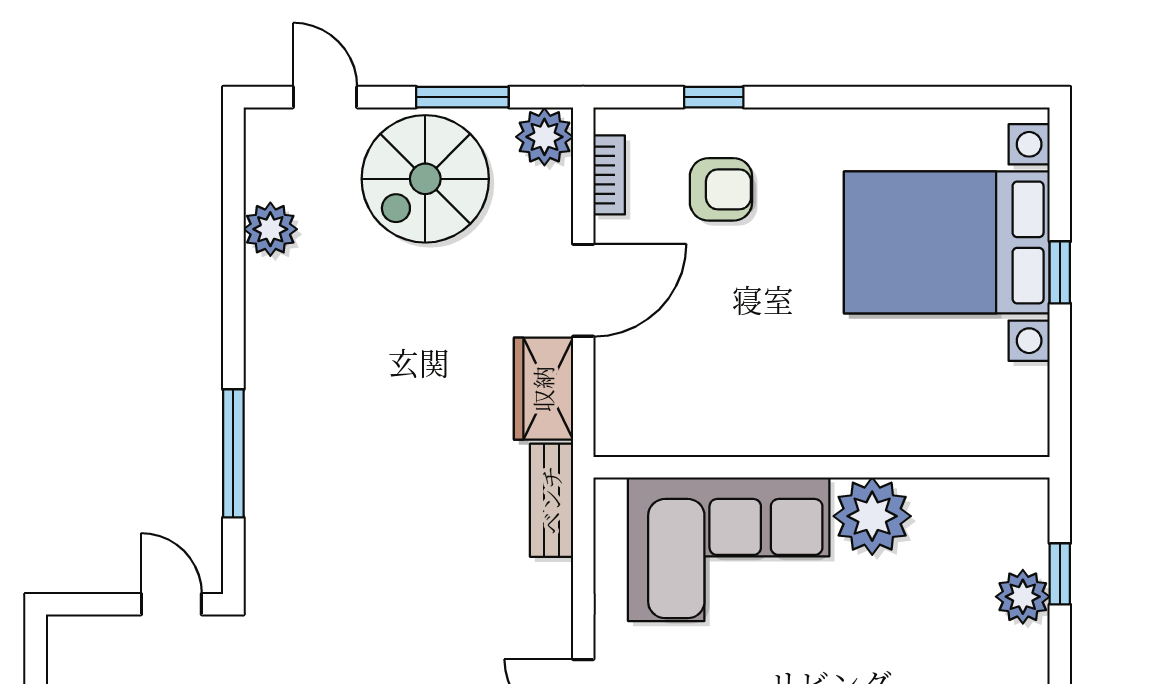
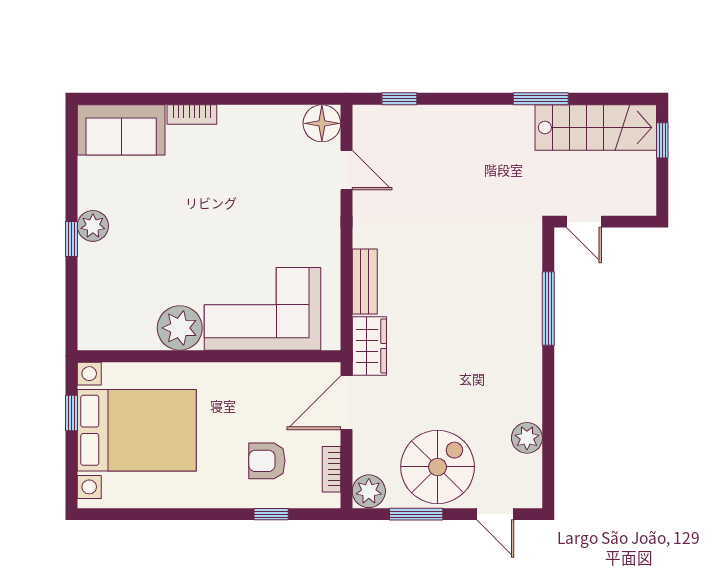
wall: (822, 467) -> (209, 356), moved
plant: (872, 516) -> (180, 328), moved
corner sofa: (729, 549) -> (263, 309), moved

